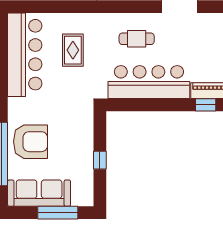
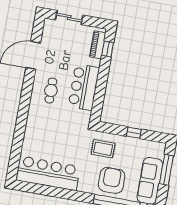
rug: (73, 50) -> (103, 149), moved
bar counter: (149, 82) -> (84, 87), width x0.73

